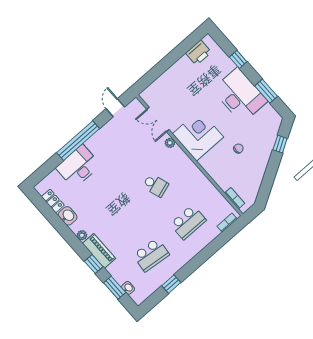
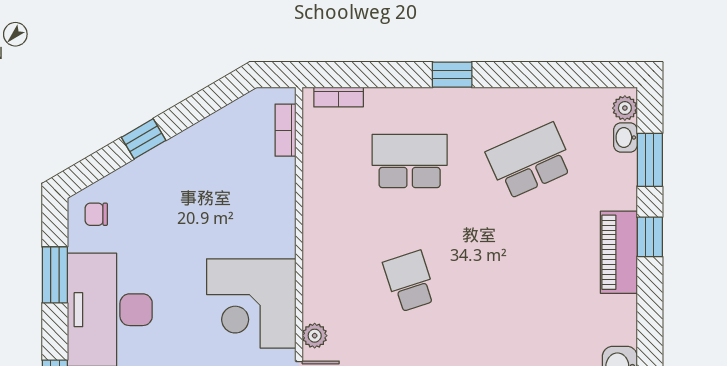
window: (280, 144) -> (144, 139), moved
chair: (238, 148) -> (96, 214), moved
plant: (82, 235) -> (625, 108), moved
school desk: (151, 255) -> (530, 161), turned -30
window: (171, 284) -> (452, 75), moved

